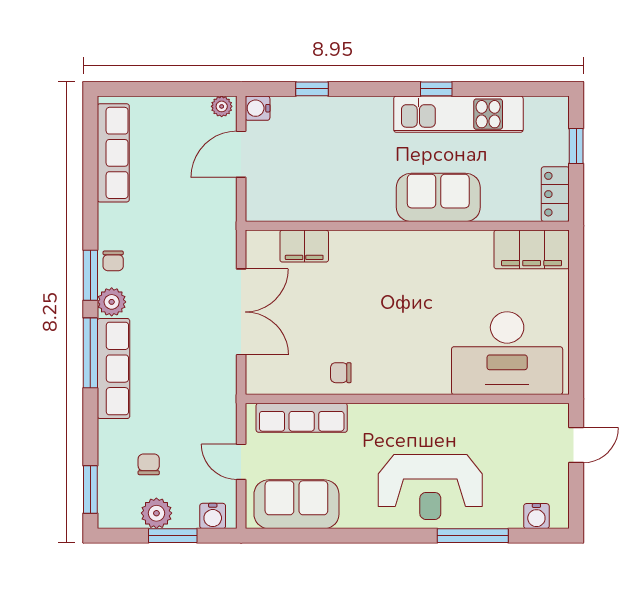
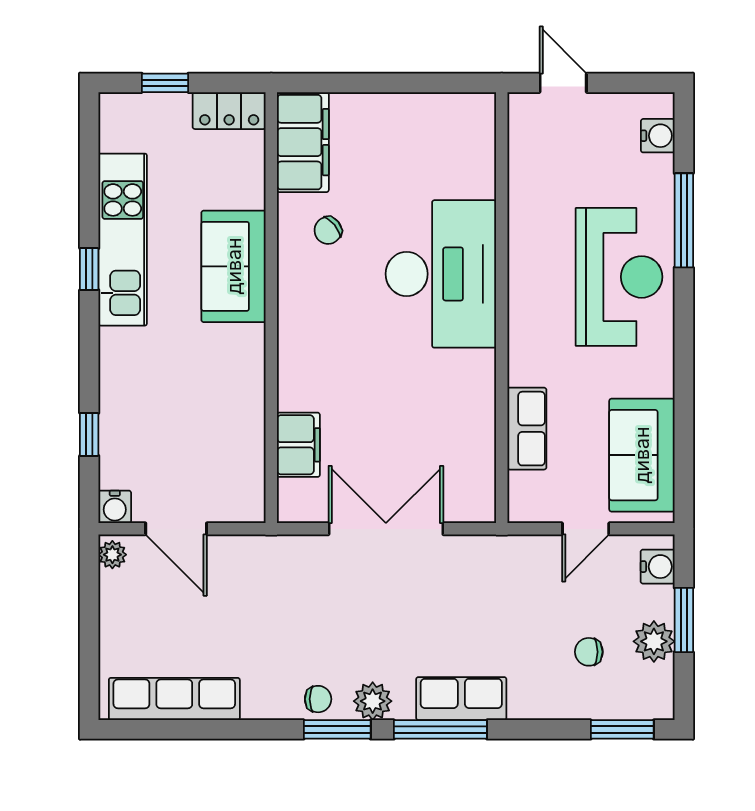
desk: (507, 353) -> (441, 274), moved
row of seats: (114, 369) -> (461, 699), width x0.68
chair: (341, 373) -> (328, 230), moved, turned 51
row of seats: (302, 418) -> (527, 429), width x0.68

